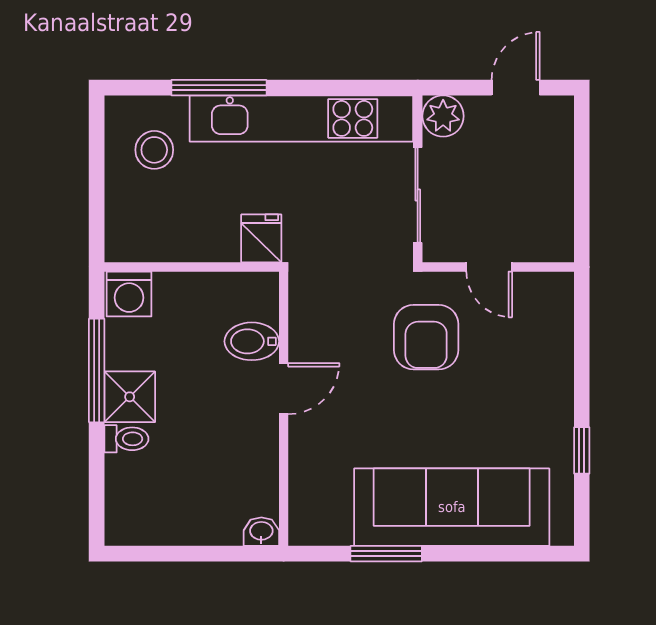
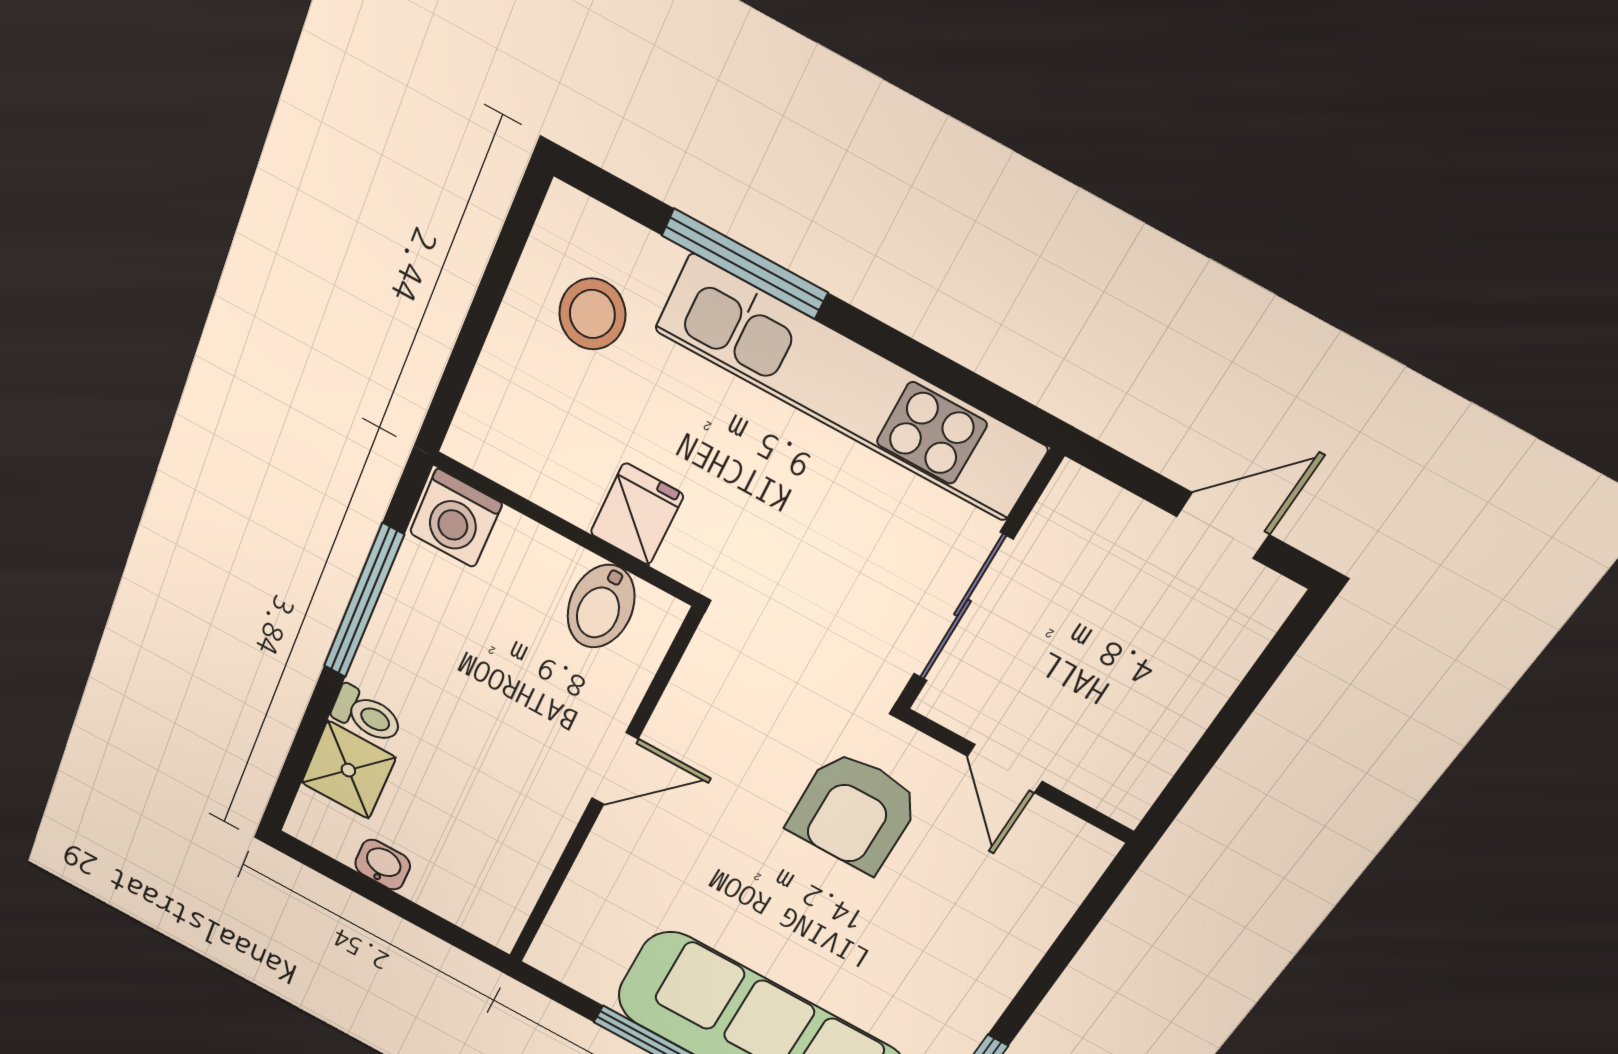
plant: (443, 116) -> (1077, 508), removed
fridge: (261, 238) -> (637, 514), moved
bidet: (252, 341) -> (601, 606), moved, turned -90
shower: (130, 397) -> (348, 770), moved
washbasin: (261, 532) -> (383, 865), moved

